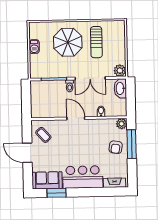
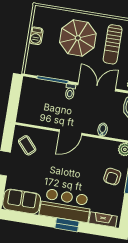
double door: (90, 78) -> (97, 87), swing flipped
door: (76, 118) -> (70, 132), swing flipped
window: (57, 193) -> (67, 225), moved

